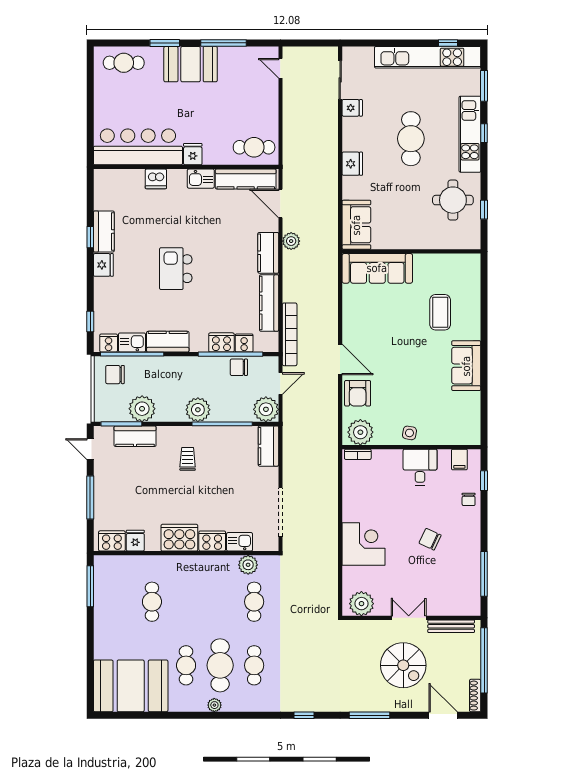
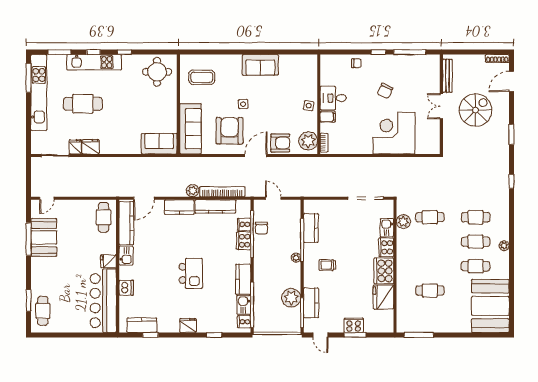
window: (165, 43) -> (29, 300), moved
window: (448, 43) -> (29, 78), width x2.17
booth: (191, 64) -> (44, 237), moved
cafe table: (411, 139) -> (83, 104), moved
fridge: (352, 164) -> (91, 147), moved
round table: (453, 200) -> (157, 72), moved
window: (484, 210) -> (124, 52), moved
kitchen counter: (104, 232) -> (142, 325), moved
window: (90, 237) -> (150, 335), moved
plant: (291, 241) -> (193, 191), moved
kitchen island: (176, 269) -> (191, 273), turned -90
coffee table: (440, 312) -> (202, 77), moved
window: (90, 322) -> (214, 335), moved
armchair: (374, 323) -> (230, 131), added
bookcase: (290, 334) -> (222, 192), moved
side table: (412, 342) -> (243, 104), added
chair: (115, 375) -> (267, 317), removed
plant: (266, 409) -> (292, 209), removed
plant: (198, 410) -> (296, 258), width x0.53, depth x0.53
kitchen counter: (268, 446) -> (311, 228), moved, turned -90
door: (90, 449) -> (320, 335), hinge flipped
filing cabinet: (459, 459) -> (328, 117), moved
window: (484, 481) -> (379, 52), moved
window: (90, 498) -> (355, 335), width x0.69
cooker: (112, 541) -> (354, 325), moved, turned 90
fridge: (135, 541) -> (383, 297), width x1.88, depth x1.34
corner desk: (364, 544) -> (394, 133), width x1.36, depth x1.36
plant: (361, 604) -> (431, 140), removed
window: (484, 660) -> (472, 52), removed
cafe table: (220, 665) -> (476, 242), width x0.73, depth x0.74
window: (370, 715) -> (511, 134), width x0.69

